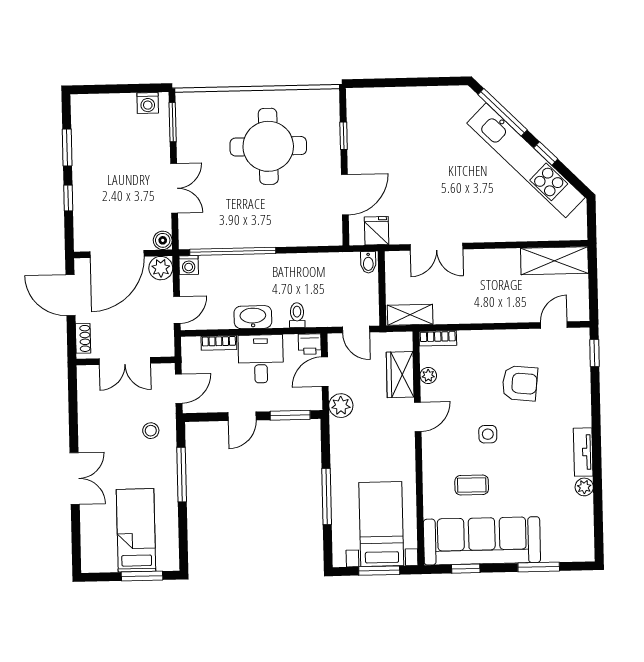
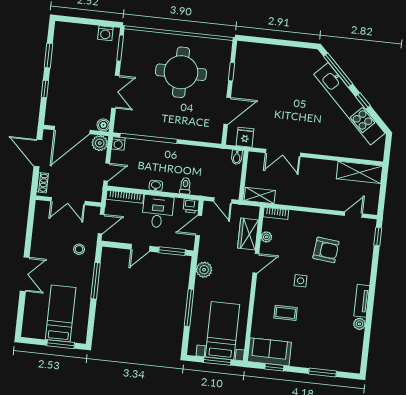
washbasin: (253, 317) -> (156, 186), width x0.52, depth x0.69
bookcase: (219, 343) -> (125, 197), width x1.56
plant: (341, 406) -> (204, 270), moved
sofa: (482, 541) -> (269, 352), width x0.54, depth x0.79

